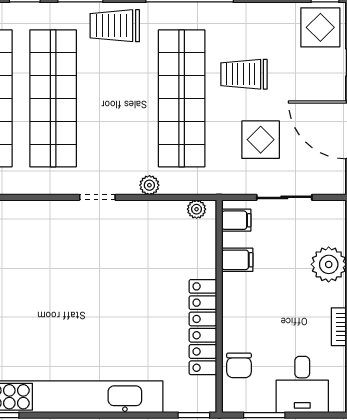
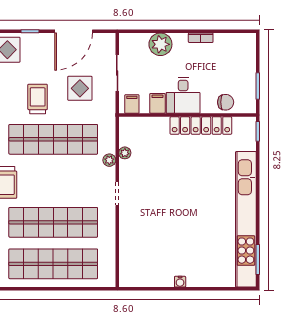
trolley: (244, 74) -> (38, 99), turned 180
plant: (197, 209) -> (125, 153), moved
desk: (302, 385) -> (183, 95), moved, turned 90

